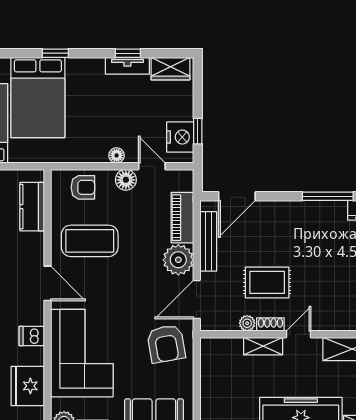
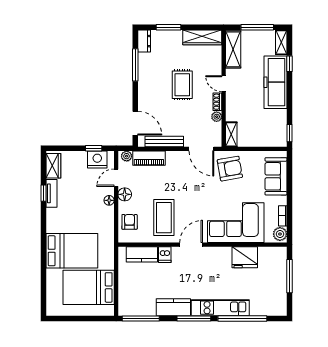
window: (55, 53) -> (44, 240), removed
plant: (178, 260) -> (127, 156), moved, width x0.53, depth x0.53
rug: (267, 282) -> (182, 85), moved
dishwasher: (32, 336) -> (165, 255), moved
shelving: (263, 346) -> (231, 134), moved
fridge: (28, 386) -> (245, 257), moved

